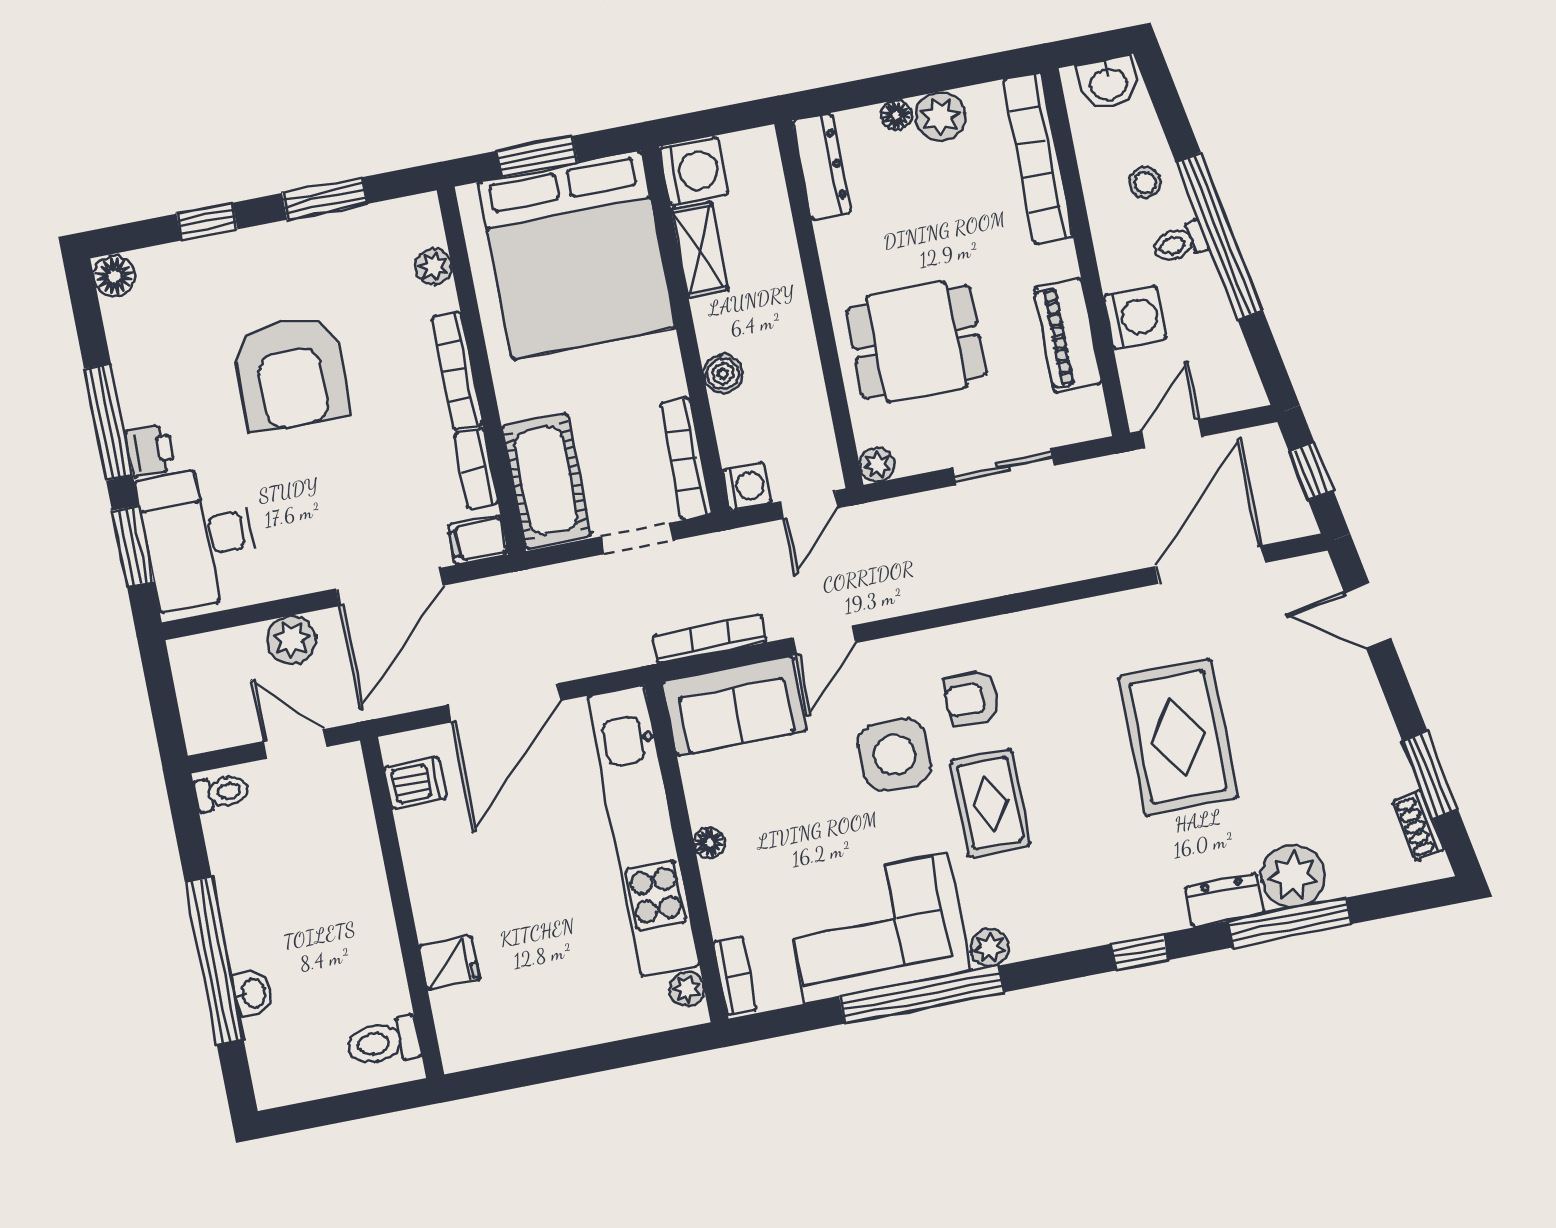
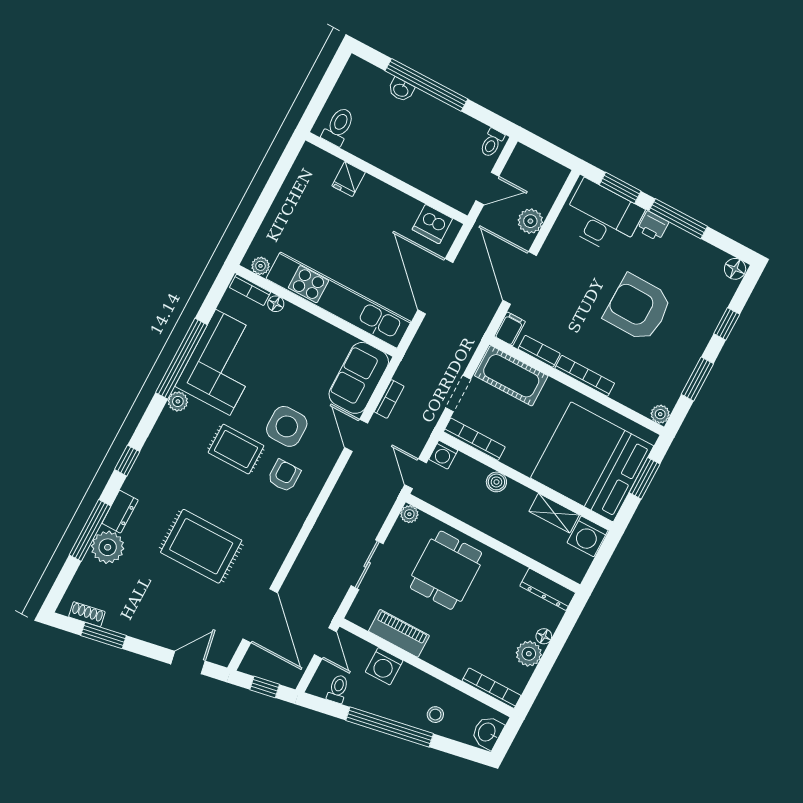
bookcase: (1038, 158) -> (491, 688), width x0.68, depth x0.76
toilet: (1179, 243) -> (338, 689), moved
plant: (433, 267) -> (660, 414), moved
bookcase: (710, 639) -> (389, 399), width x0.64
dishwasher: (415, 783) -> (432, 224), width x1.38
floor lamp: (709, 843) -> (276, 304), moved

